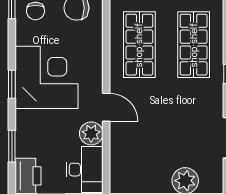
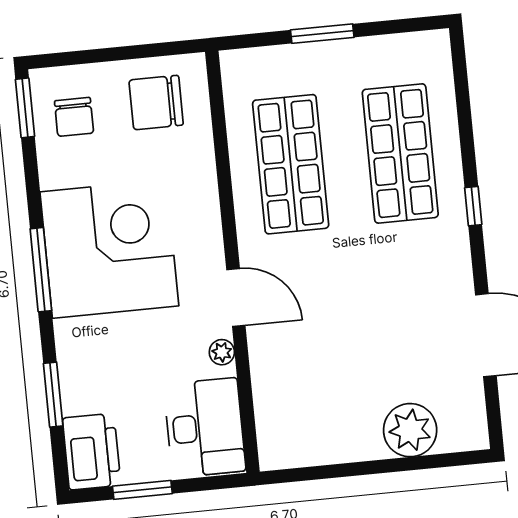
window: (12, 84) -> (41, 270), width x1.44
plant: (91, 133) -> (222, 352), width x0.53, depth x0.53

